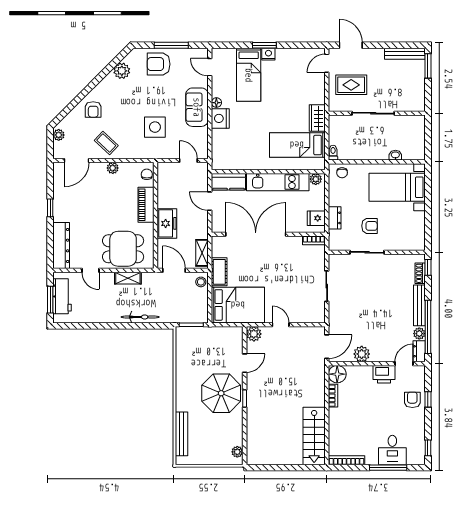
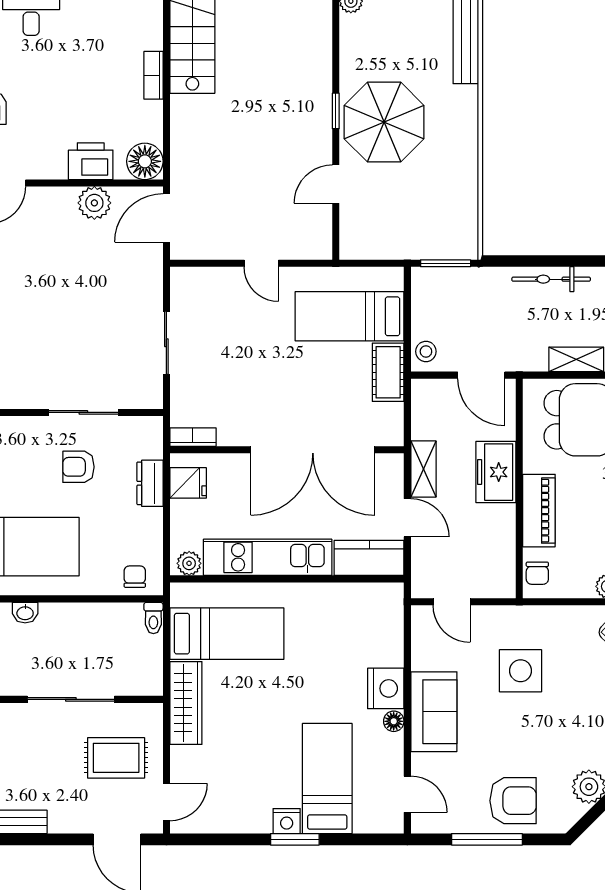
wardrobe: (317, 118) -> (186, 703), width x1.50
shelving: (202, 253) -> (423, 469), moved
bed: (238, 305) -> (350, 316), width x0.67
plant: (254, 334) -> (317, 244), removed
printer: (384, 374) -> (91, 161), moved
bookcase: (333, 396) -> (153, 75), moved

